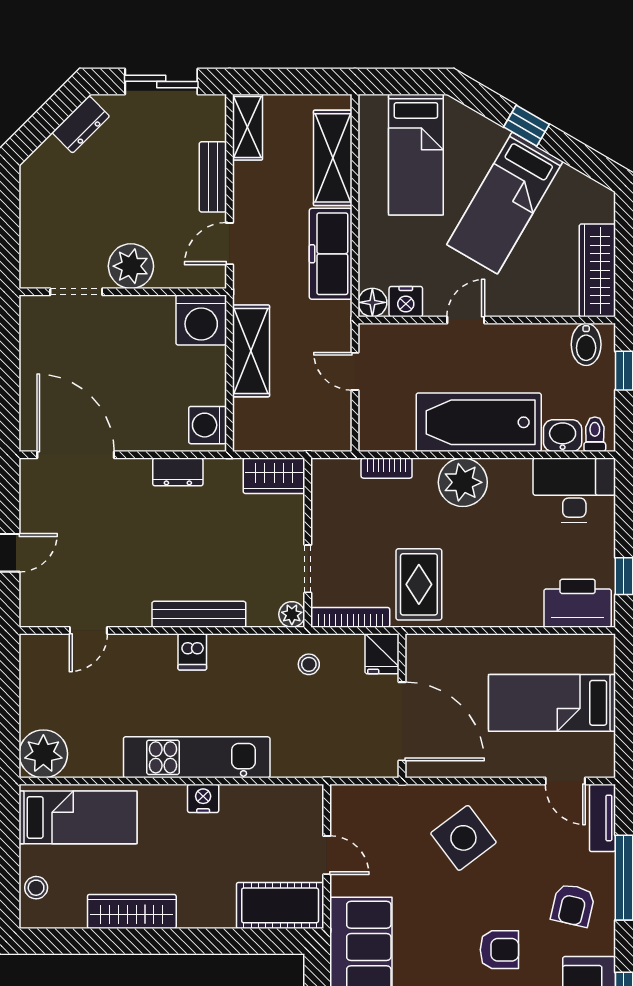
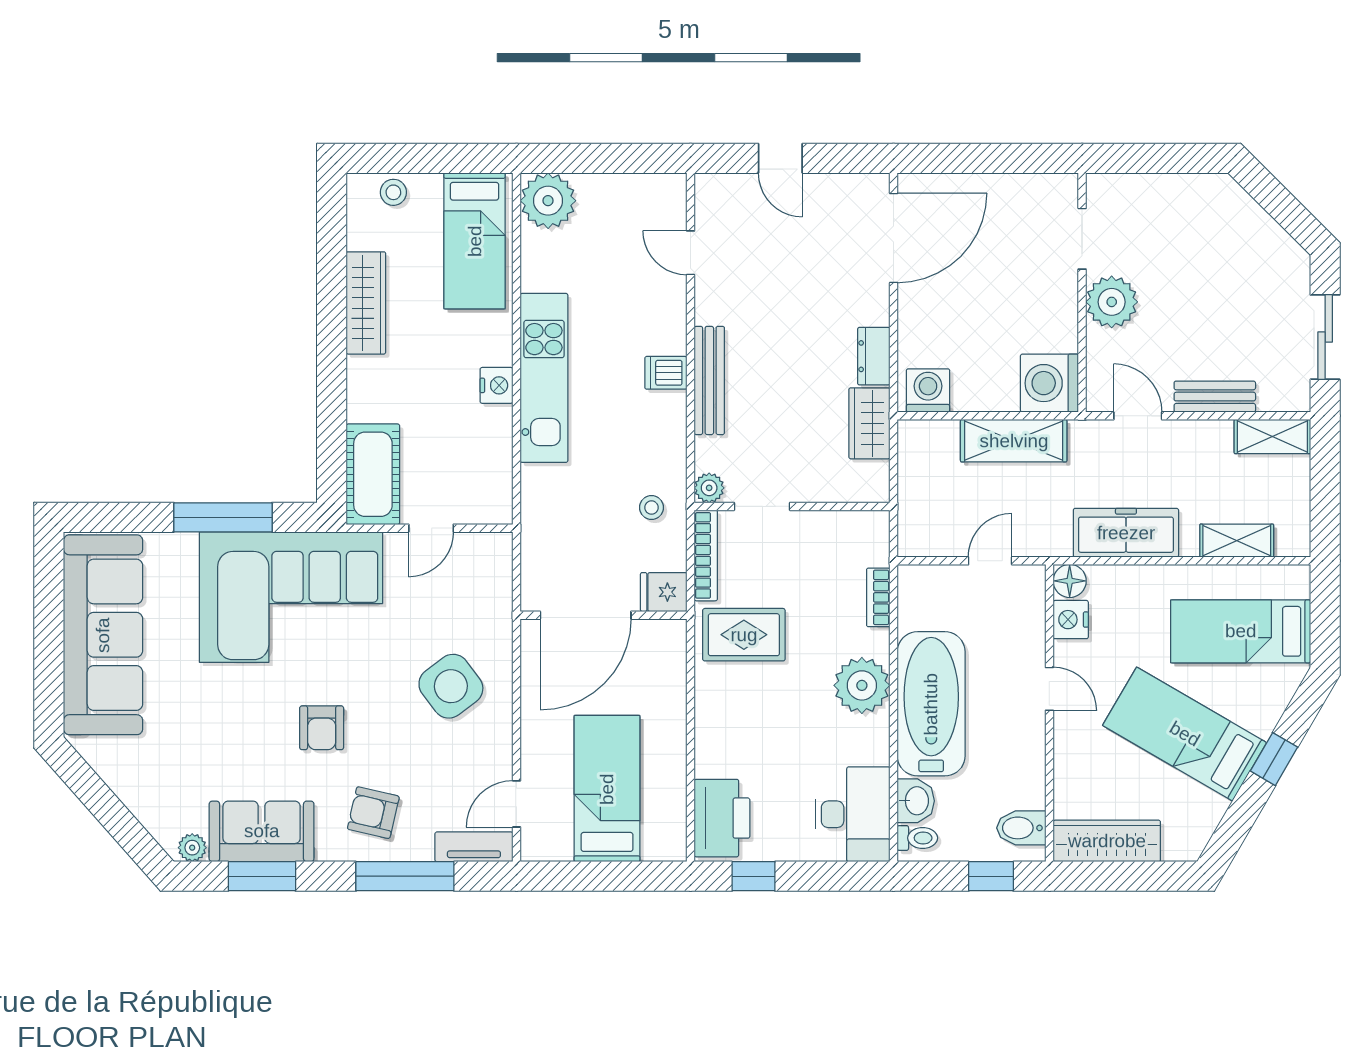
dresser: (81, 124) -> (1275, 244), removed
shelving: (333, 158) -> (1237, 541), width x0.67, depth x0.75
wardrobe: (274, 476) -> (869, 423), moved

